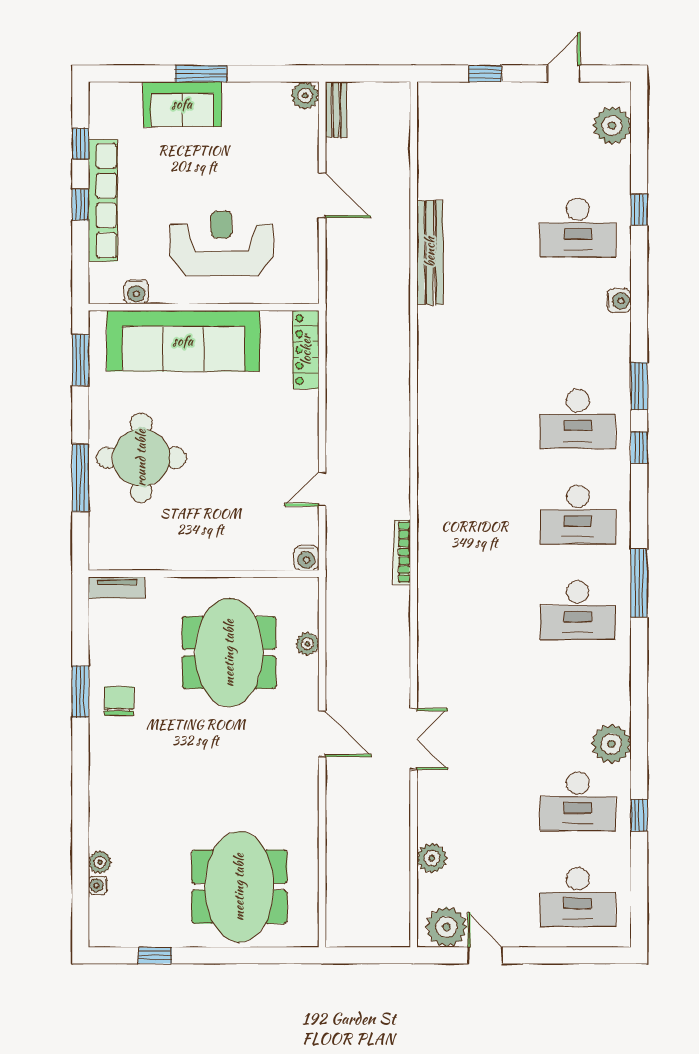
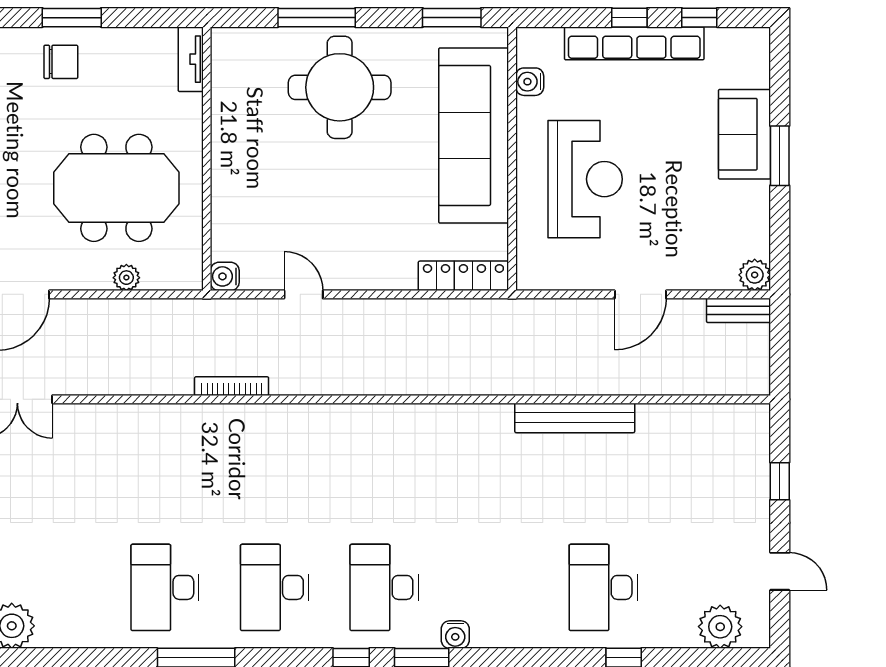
water cooler: (619, 301) -> (455, 635), moved

